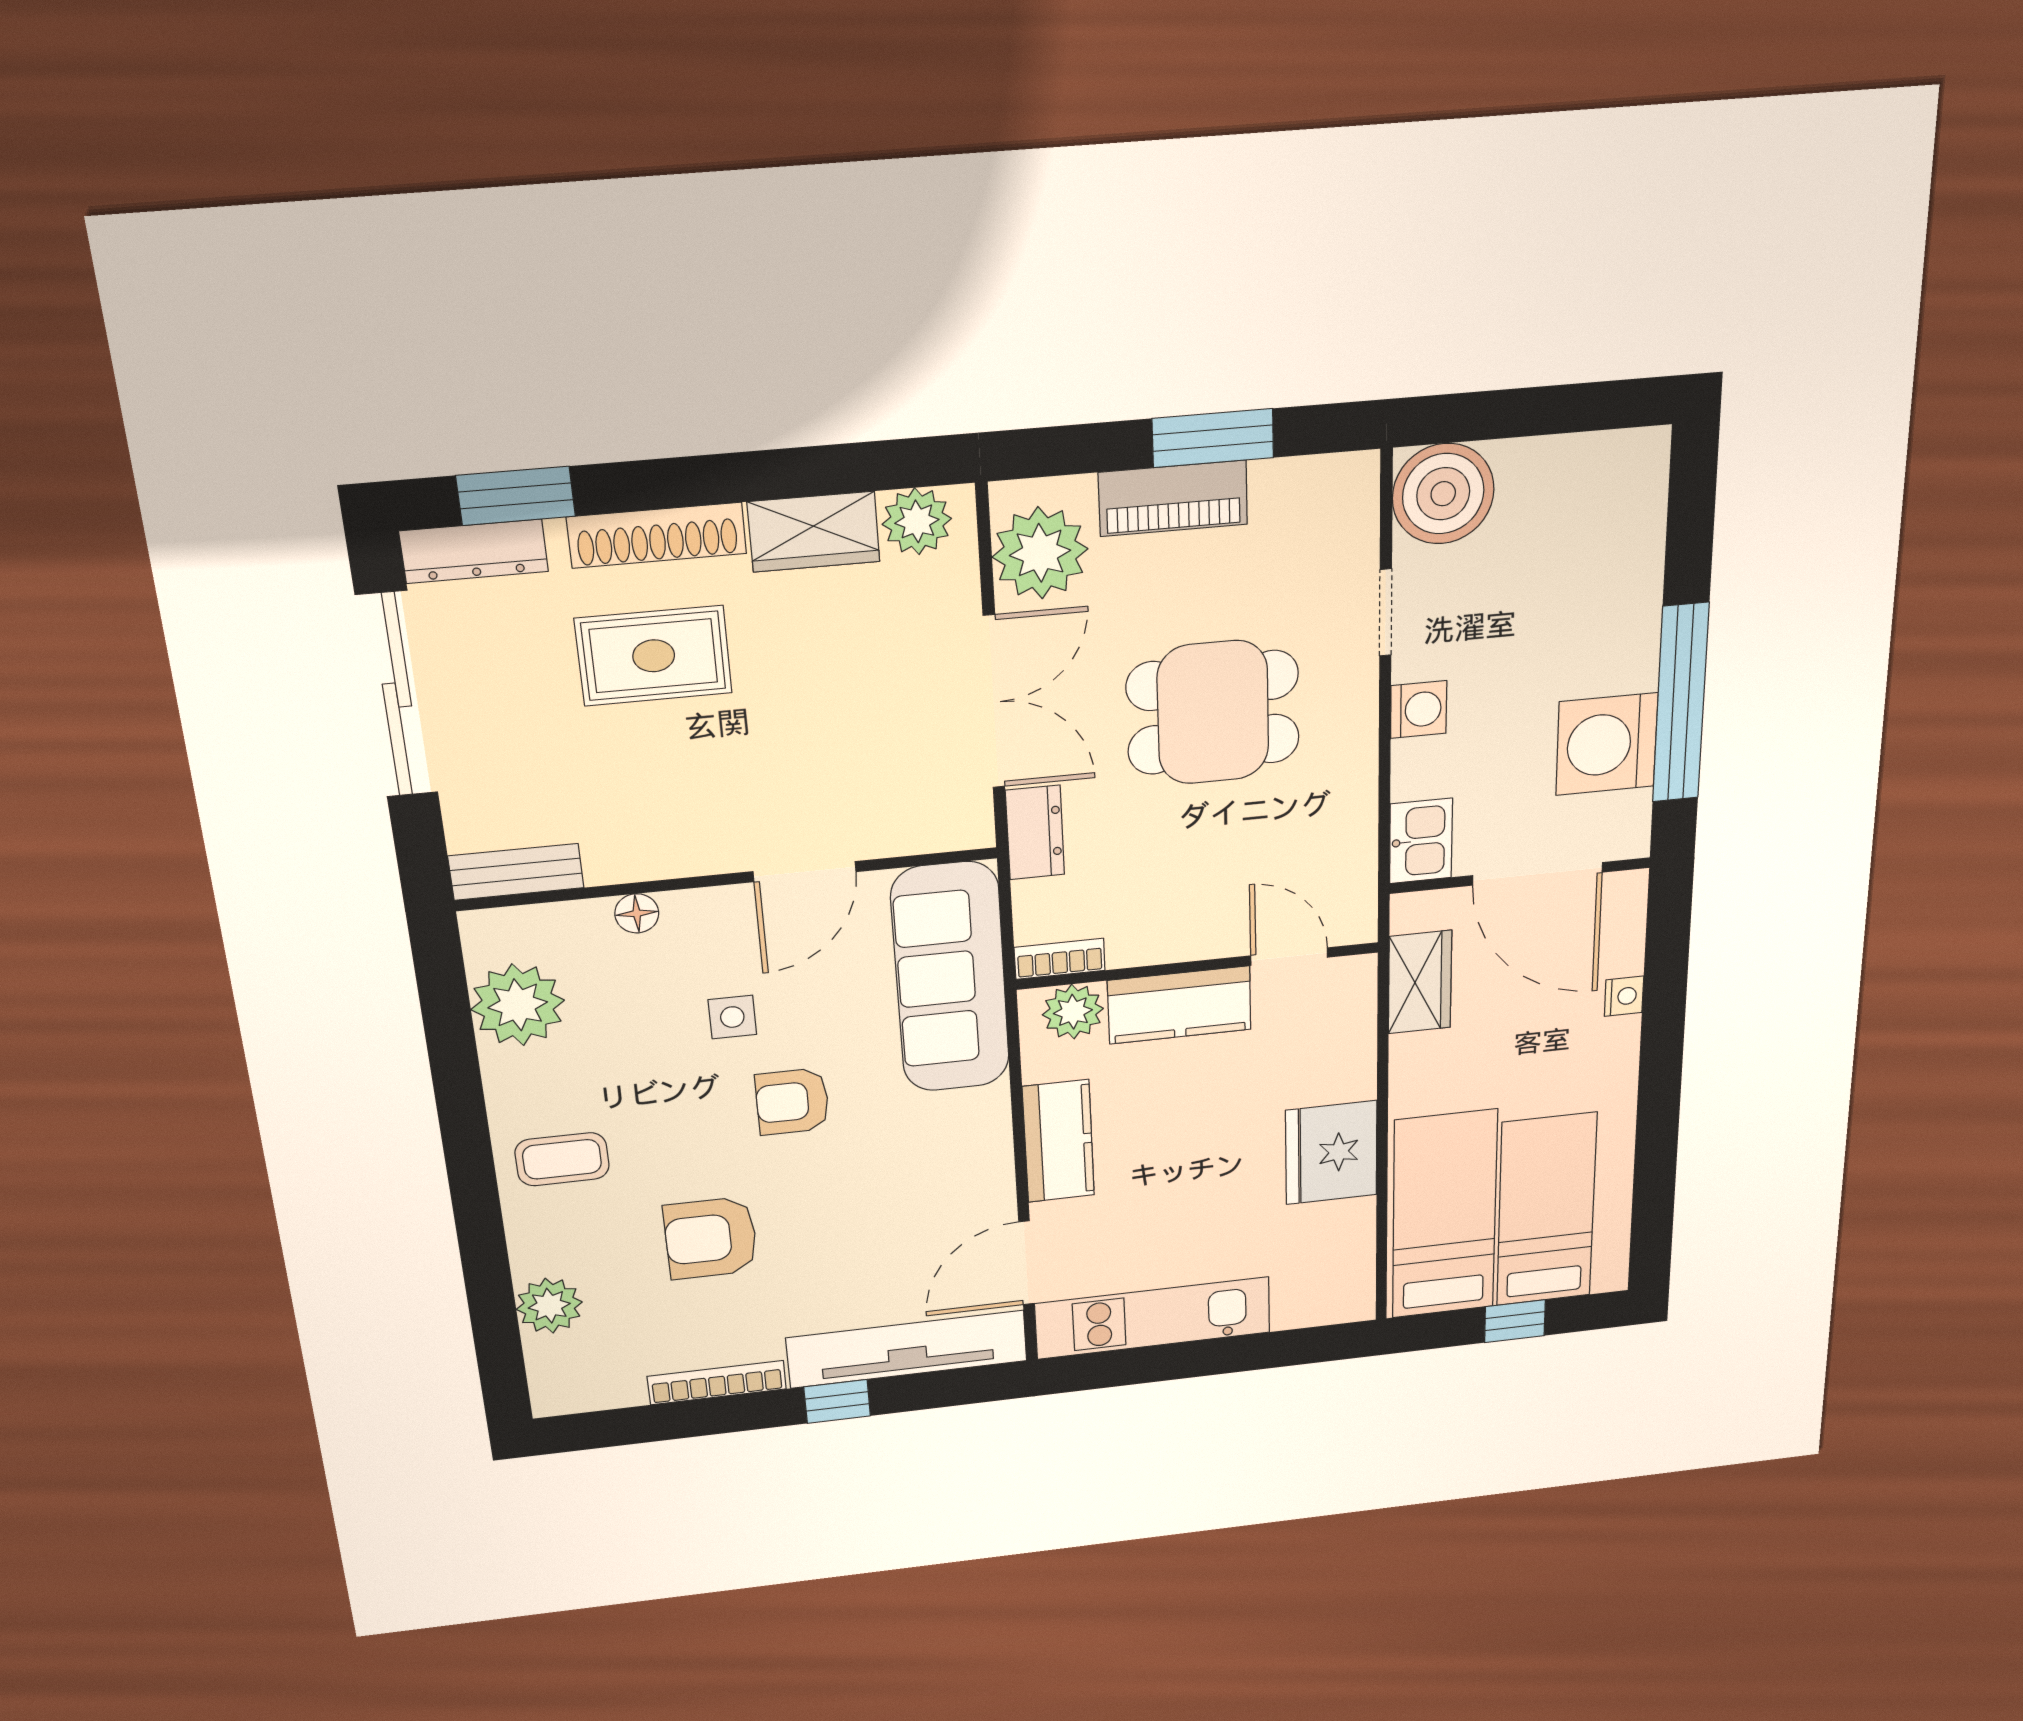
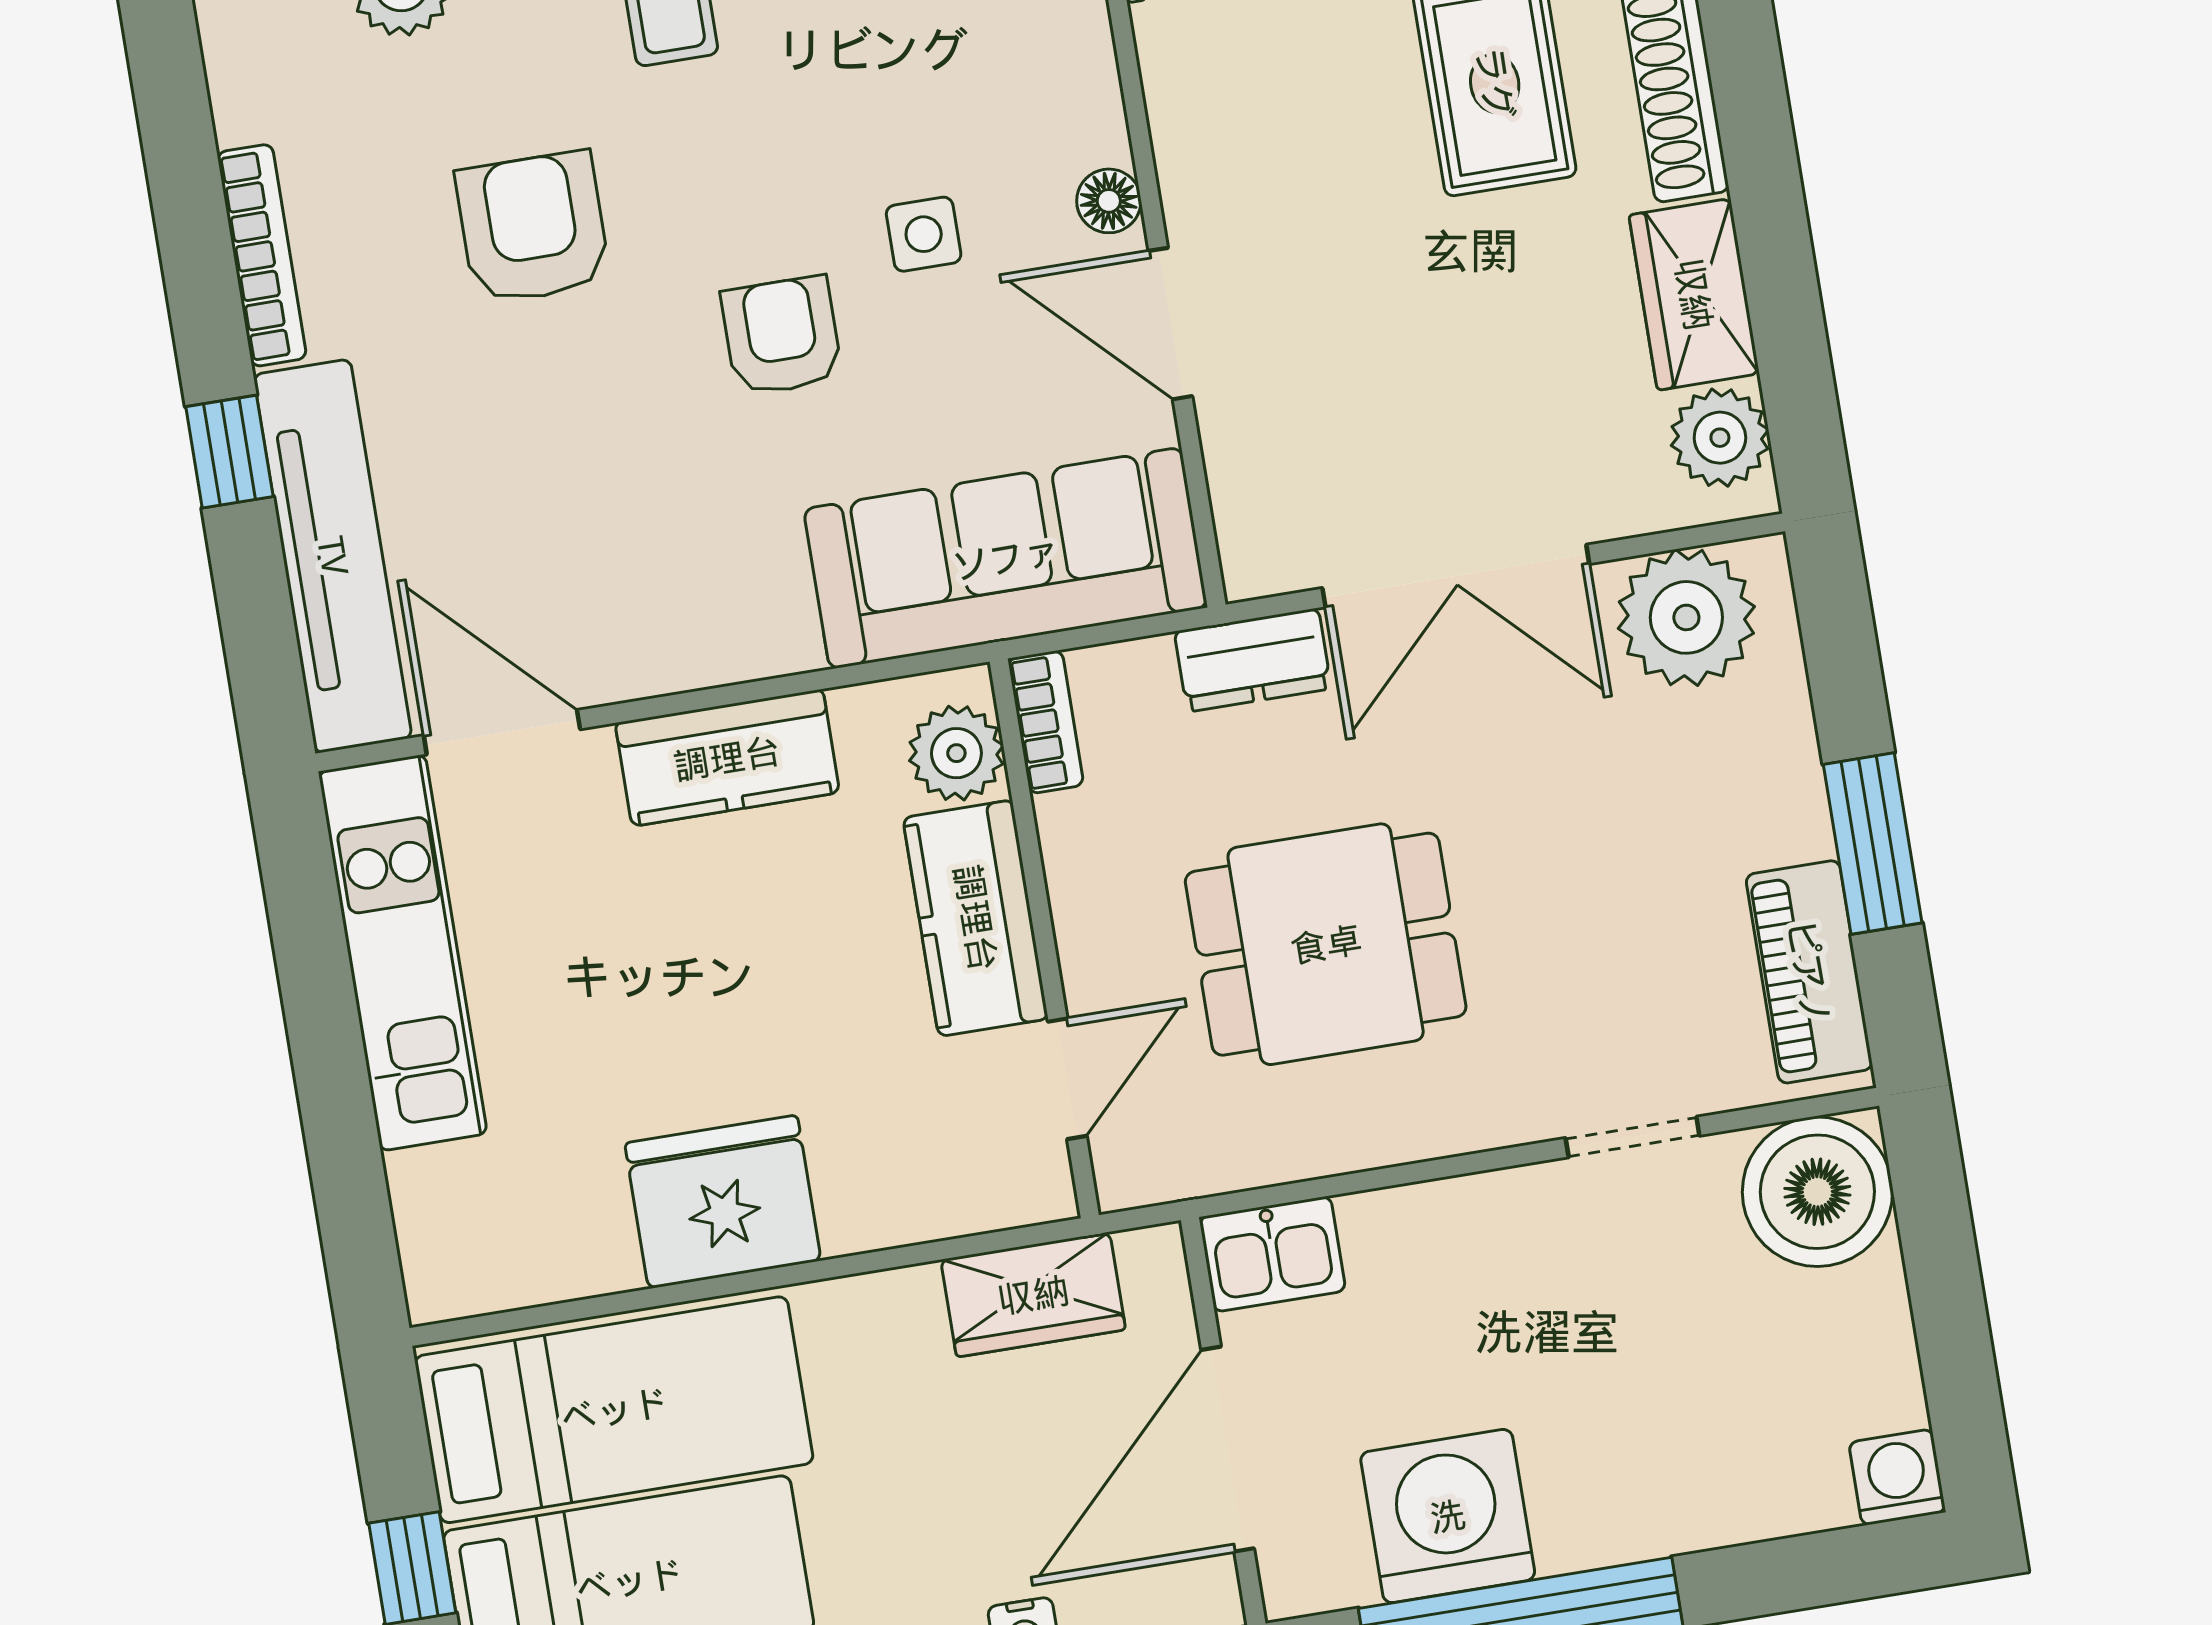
piano: (1173, 498) -> (1809, 972), moved
washing machine: (1419, 710) -> (1897, 1477), moved, turned 180
dining table: (1213, 712) -> (1326, 944), moved, turned 90
floor lamp: (637, 913) -> (1109, 201), moved

